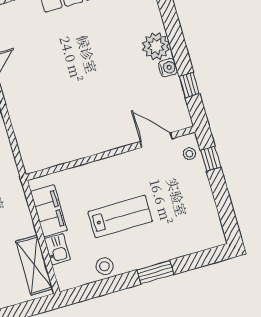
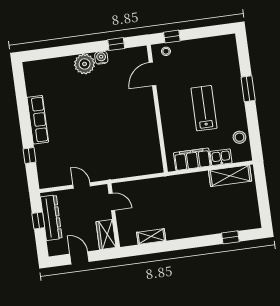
stool: (105, 266) -> (239, 137), moved

